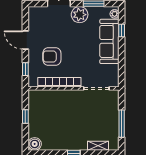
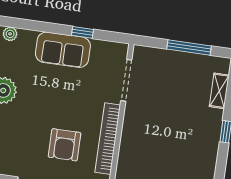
window: (122, 31) -> (82, 32), moved
sofa: (109, 41) -> (63, 50), width x0.73

